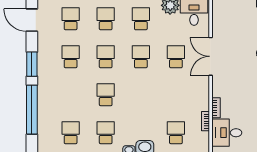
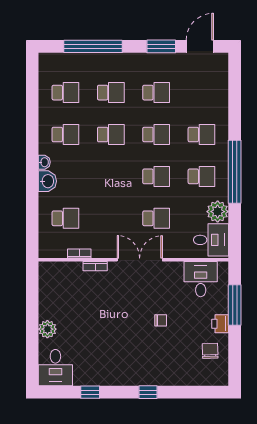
school desk: (71, 19) -> (111, 93), moved
double door: (211, 56) -> (140, 260), moved
window: (32, 64) -> (161, 46), moved
desk: (227, 133) -> (201, 279), moved

